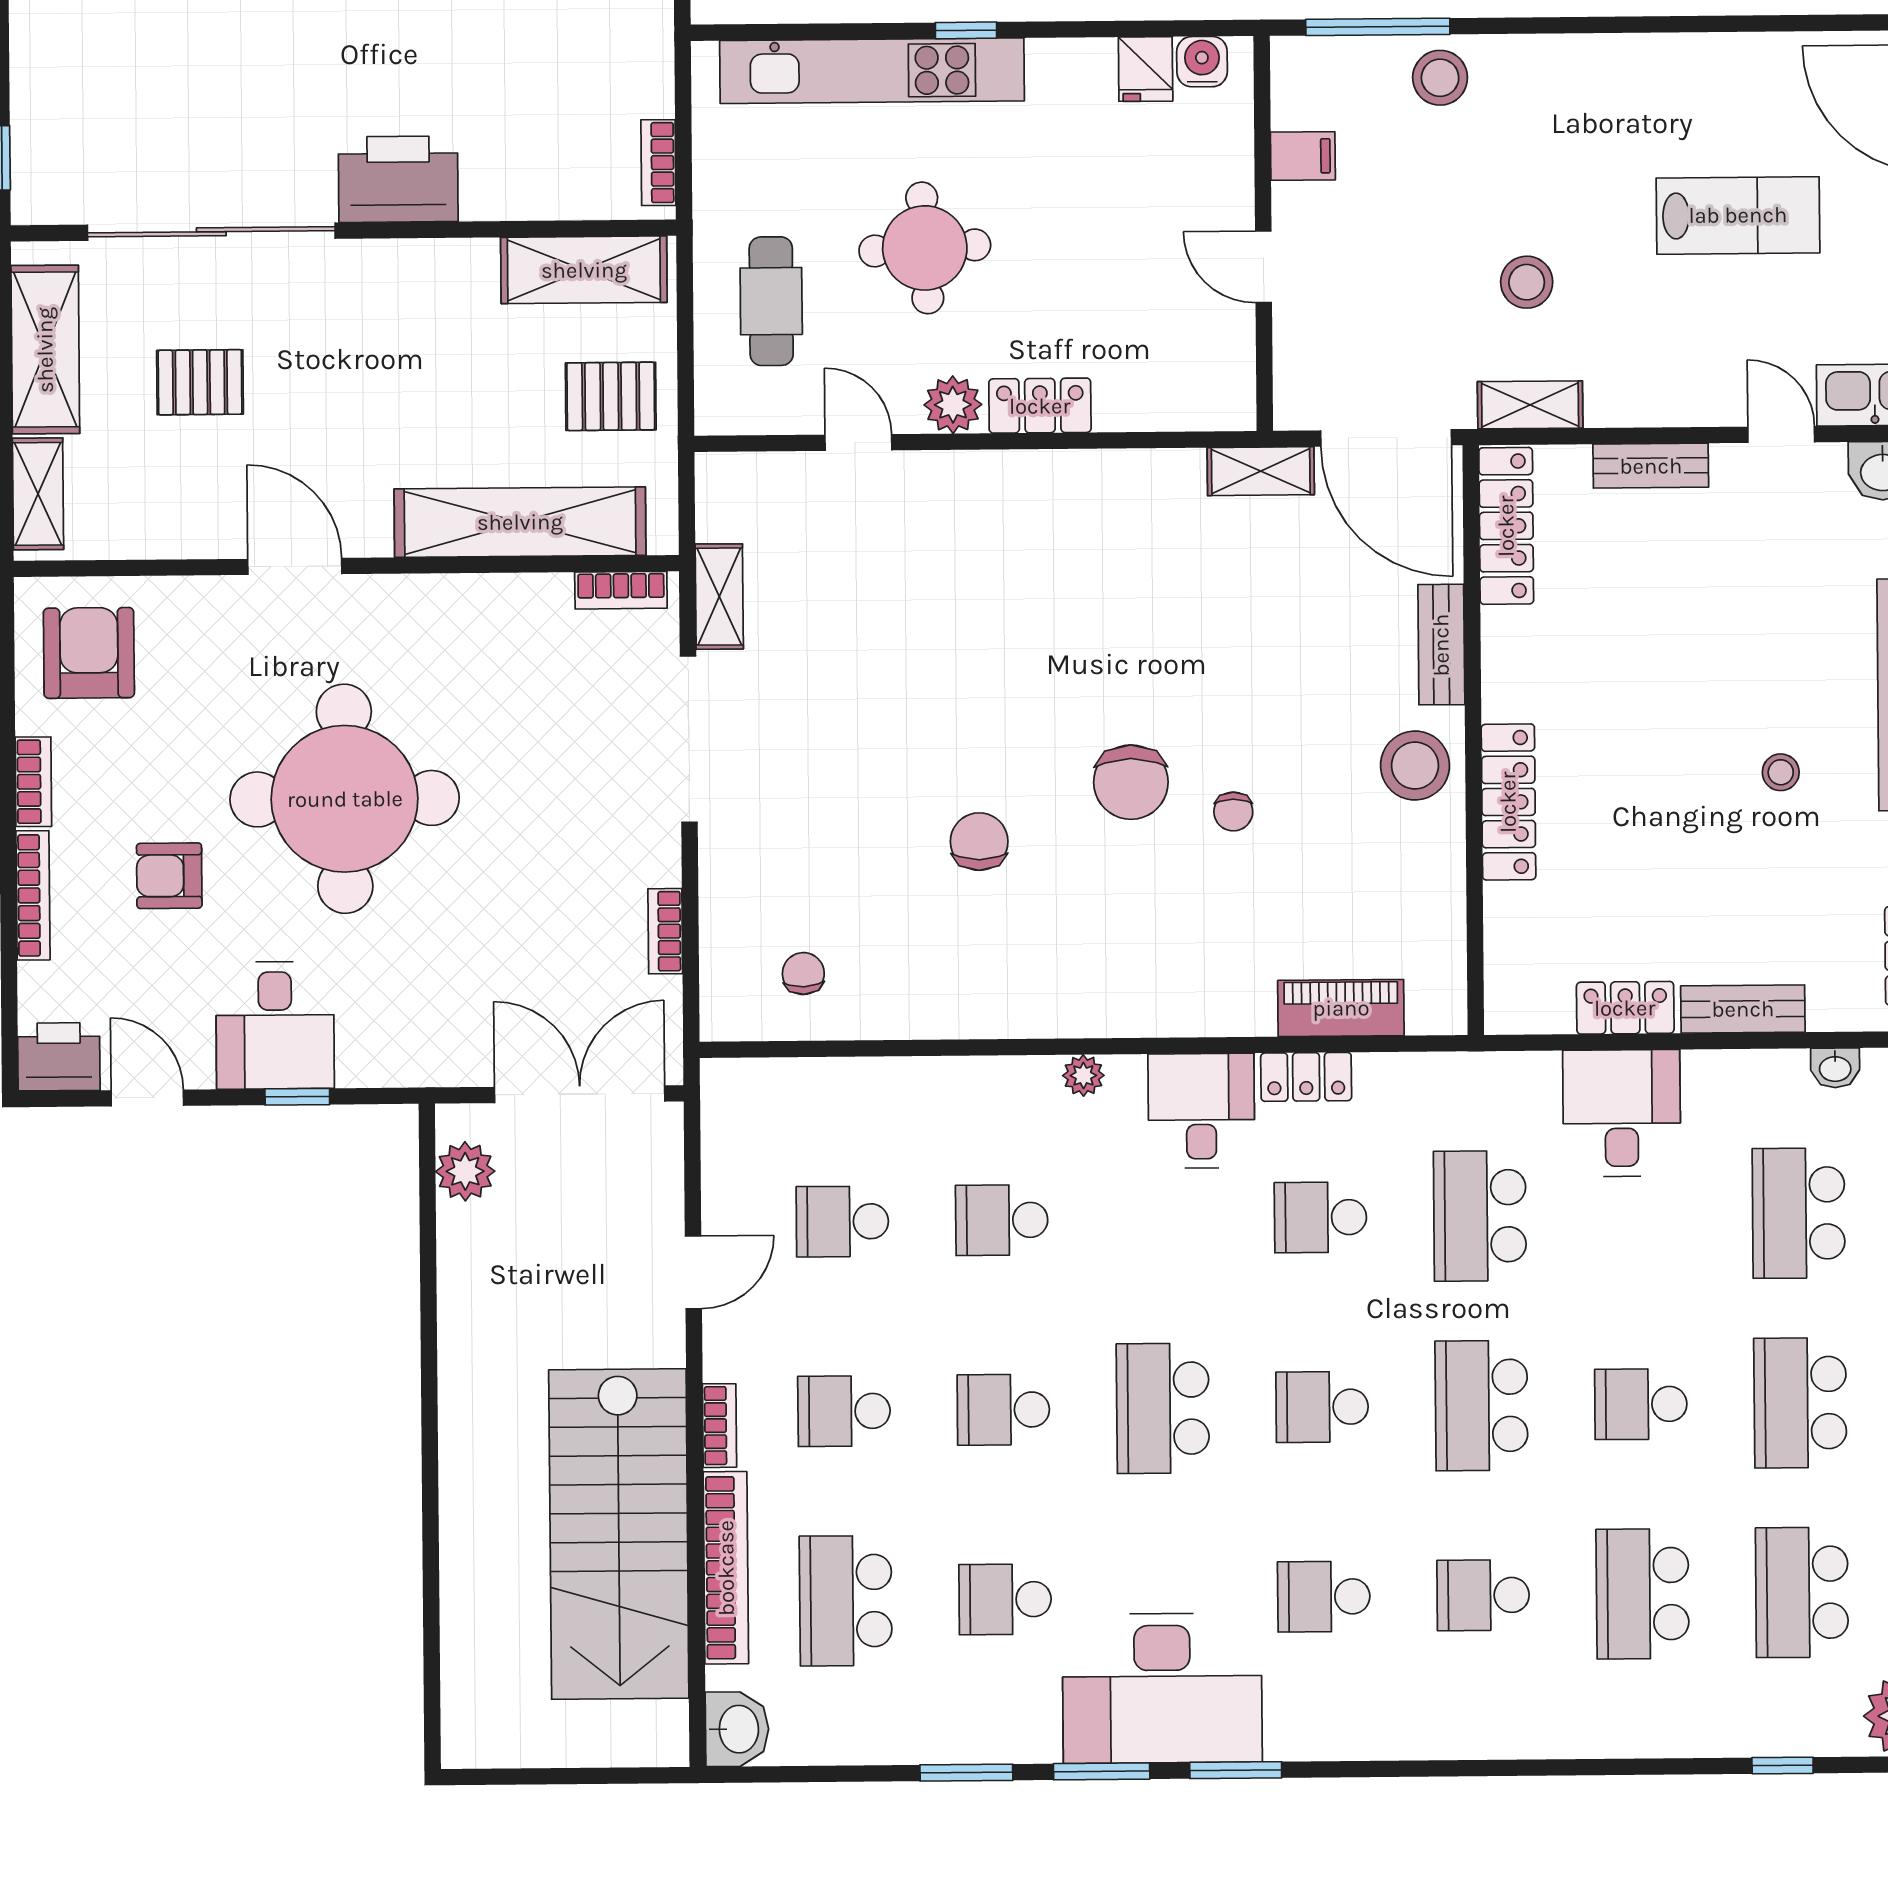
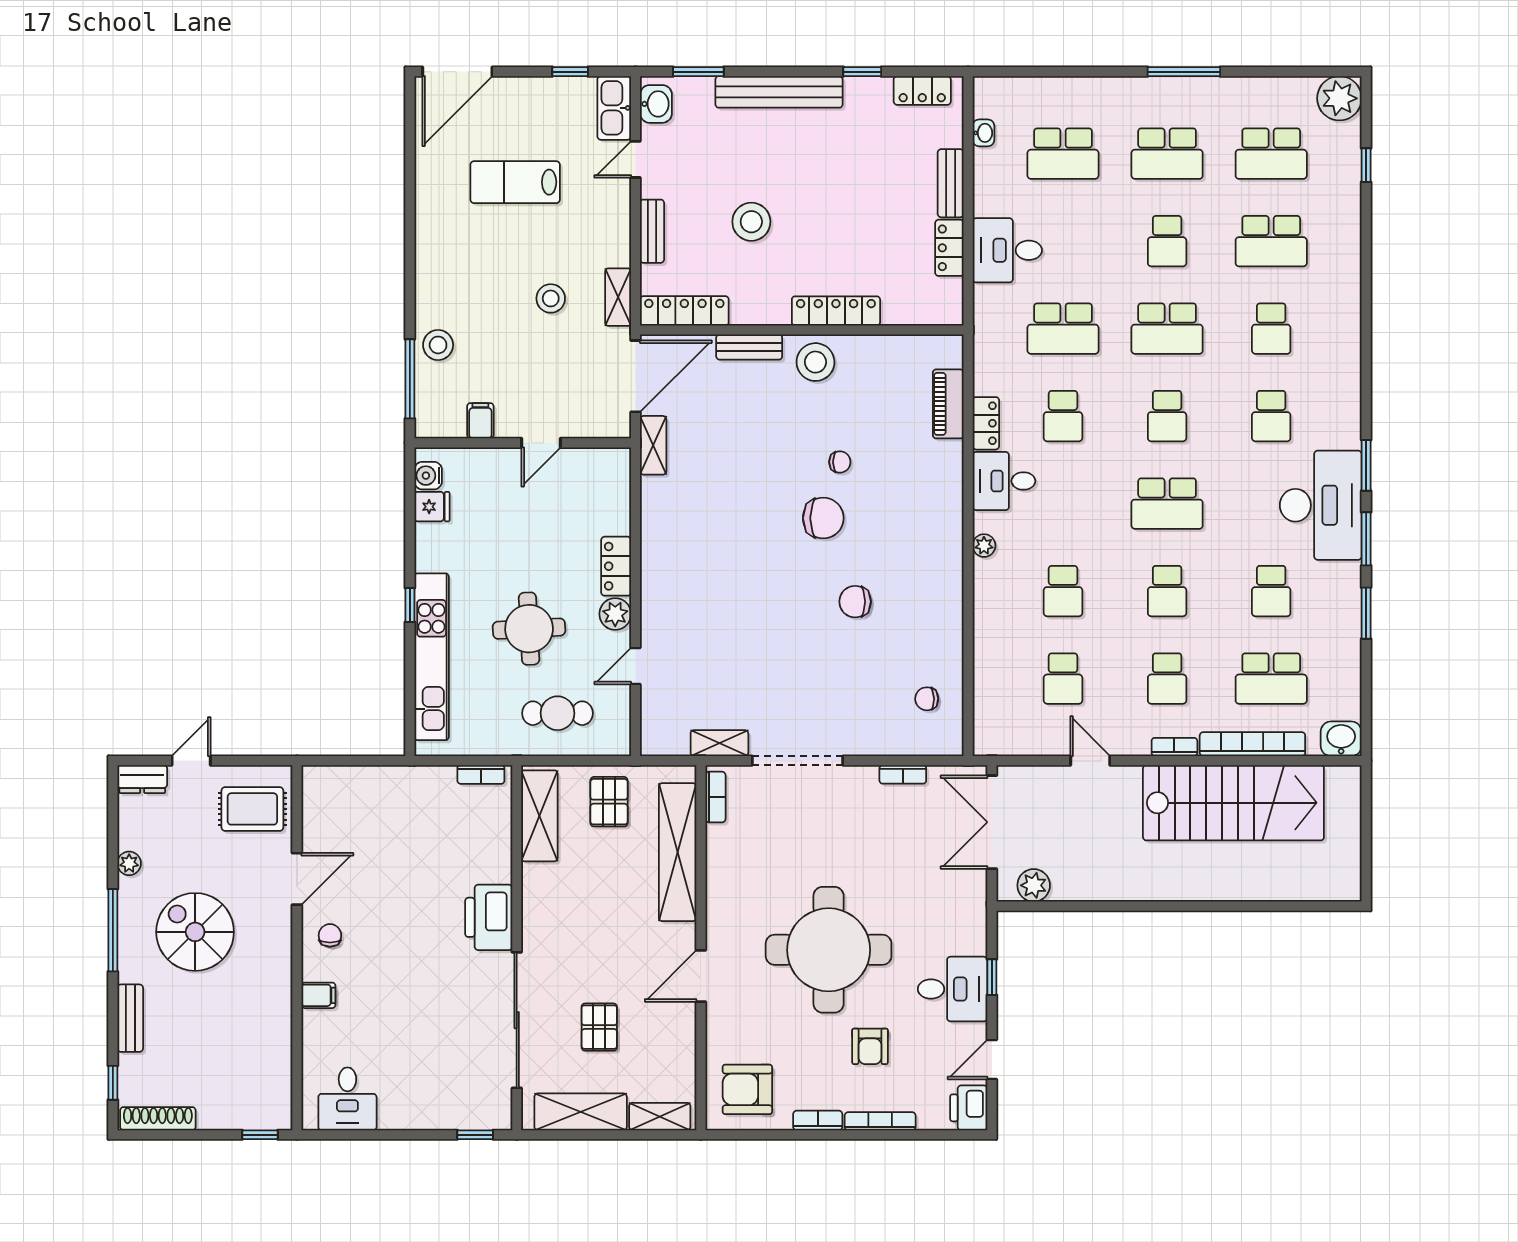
lab bench: (1738, 215) -> (515, 182), turned -90
stool: (1781, 772) -> (751, 222), moved, width x1.89, depth x1.89

